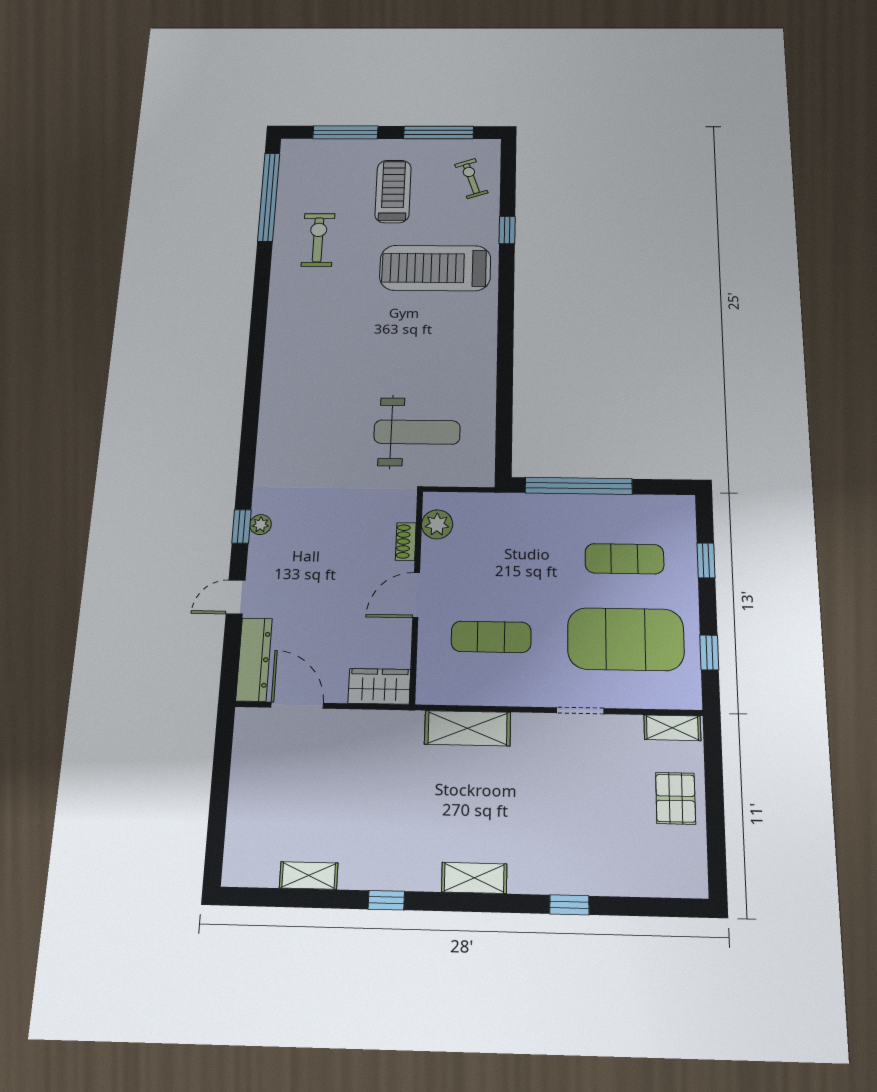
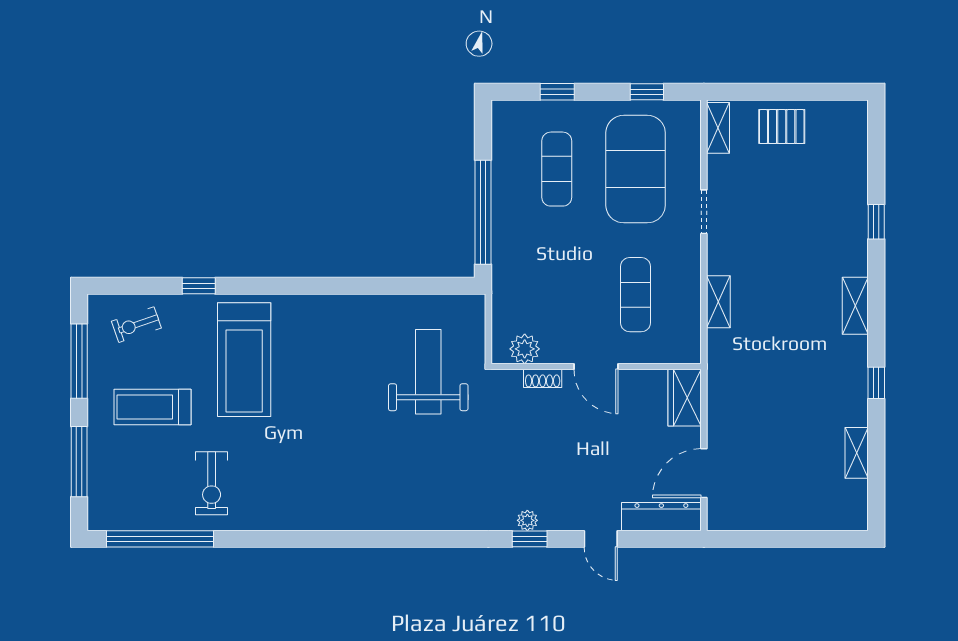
exercise bike: (318, 240) -> (212, 483), turned -90
shelving: (468, 728) -> (718, 302), width x0.67, depth x0.75

